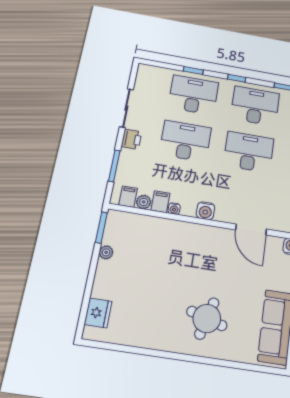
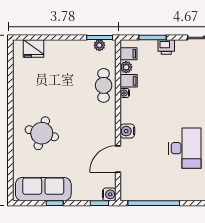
printer: (131, 139) -> (166, 47), moved
desk: (185, 141) -> (185, 93), removed
water cooler: (205, 211) -> (127, 131), moved
cafe table: (161, 232) -> (104, 85), added
plant: (106, 252) -> (99, 45), moved

